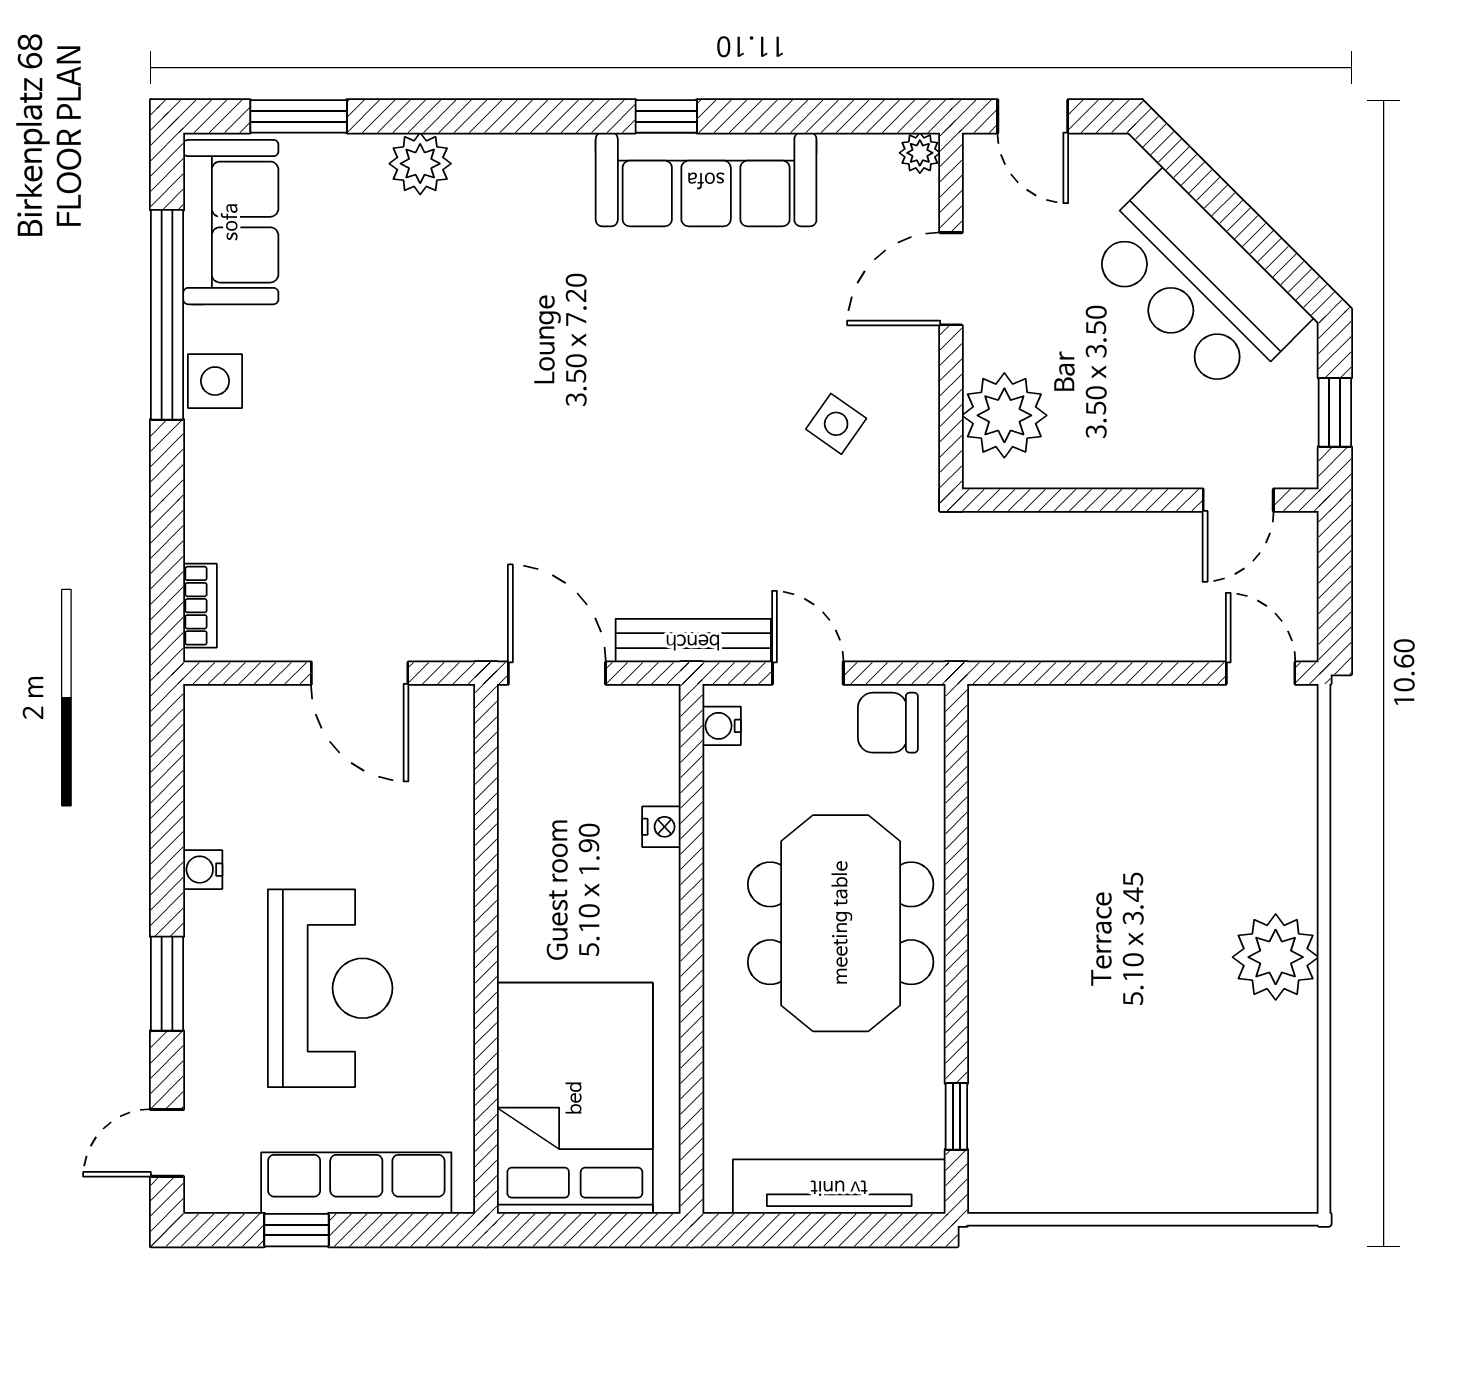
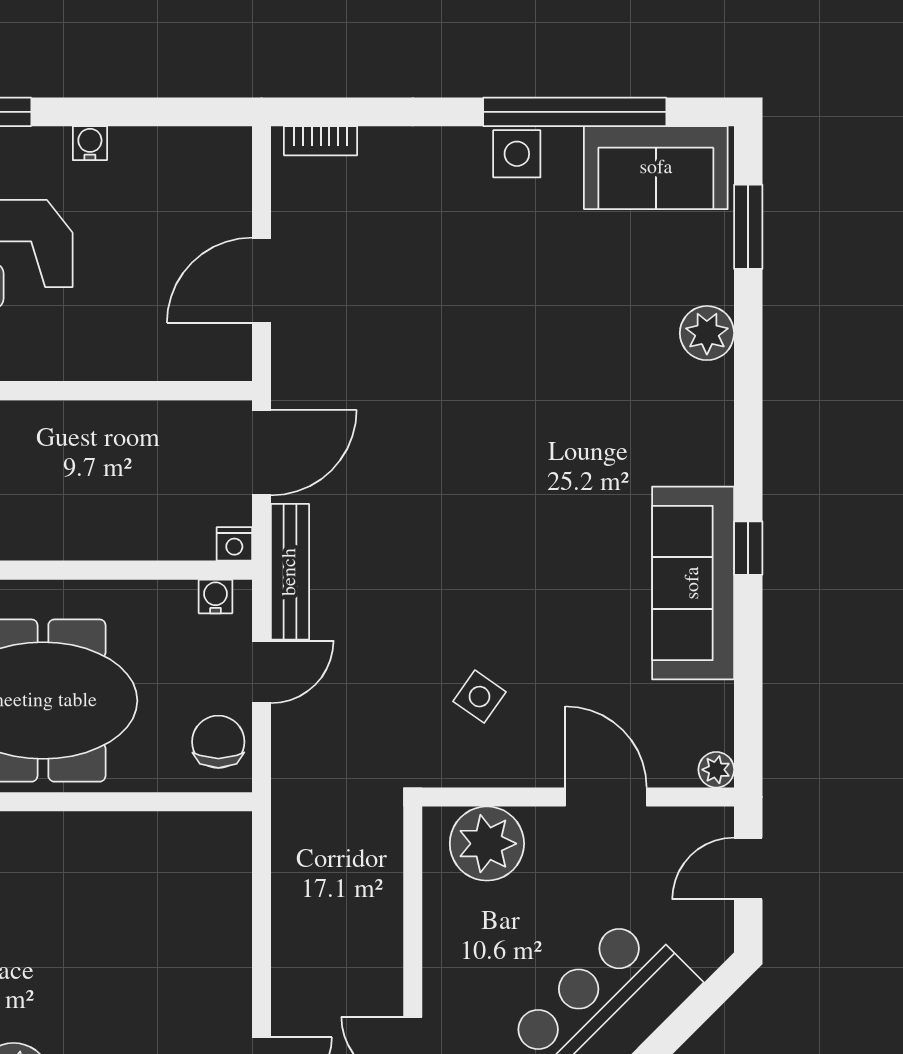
nightstand: (661, 827) -> (234, 544), moved

